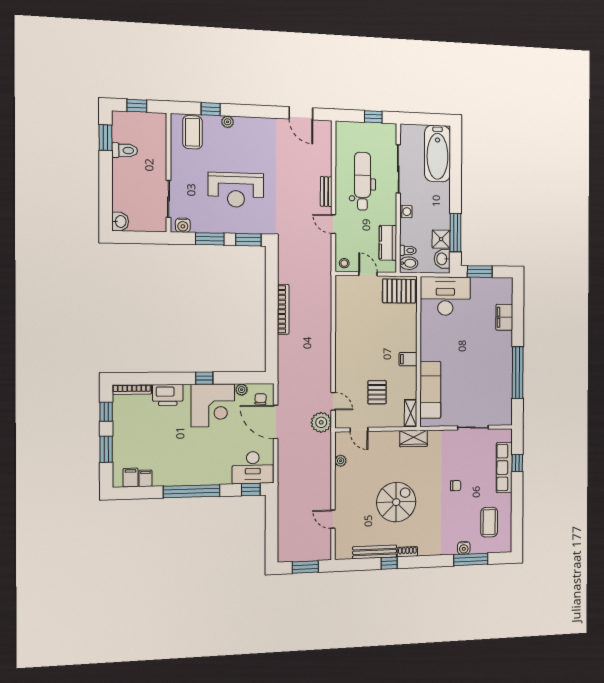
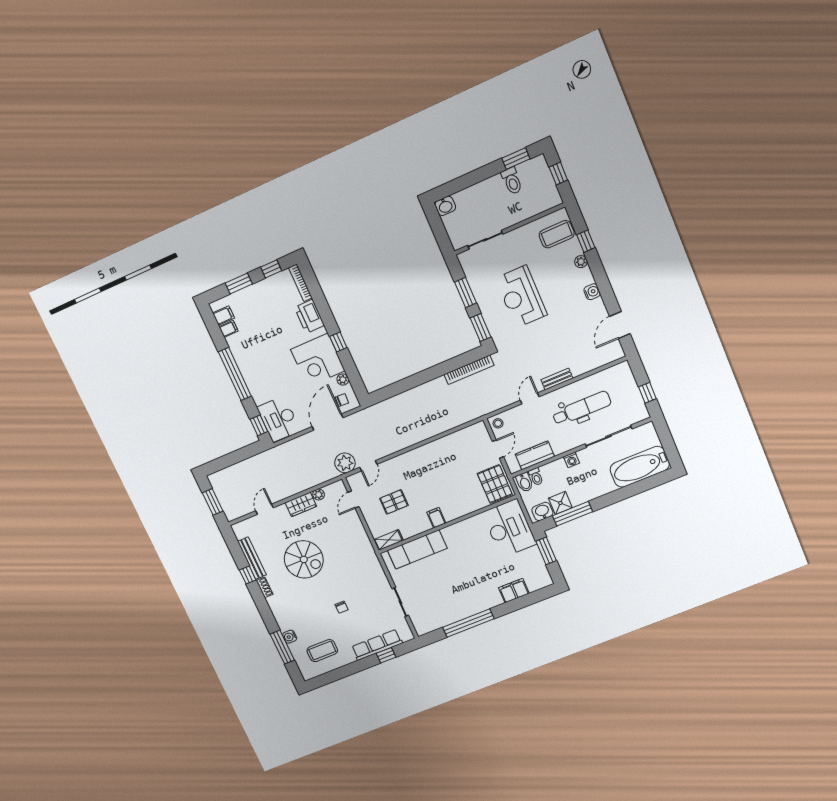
water cooler: (183, 225) -> (592, 292), moved, turned 180
bookcase: (283, 309) -> (469, 370), moved
wardrobe: (414, 438) -> (301, 504), moved, turned -90

